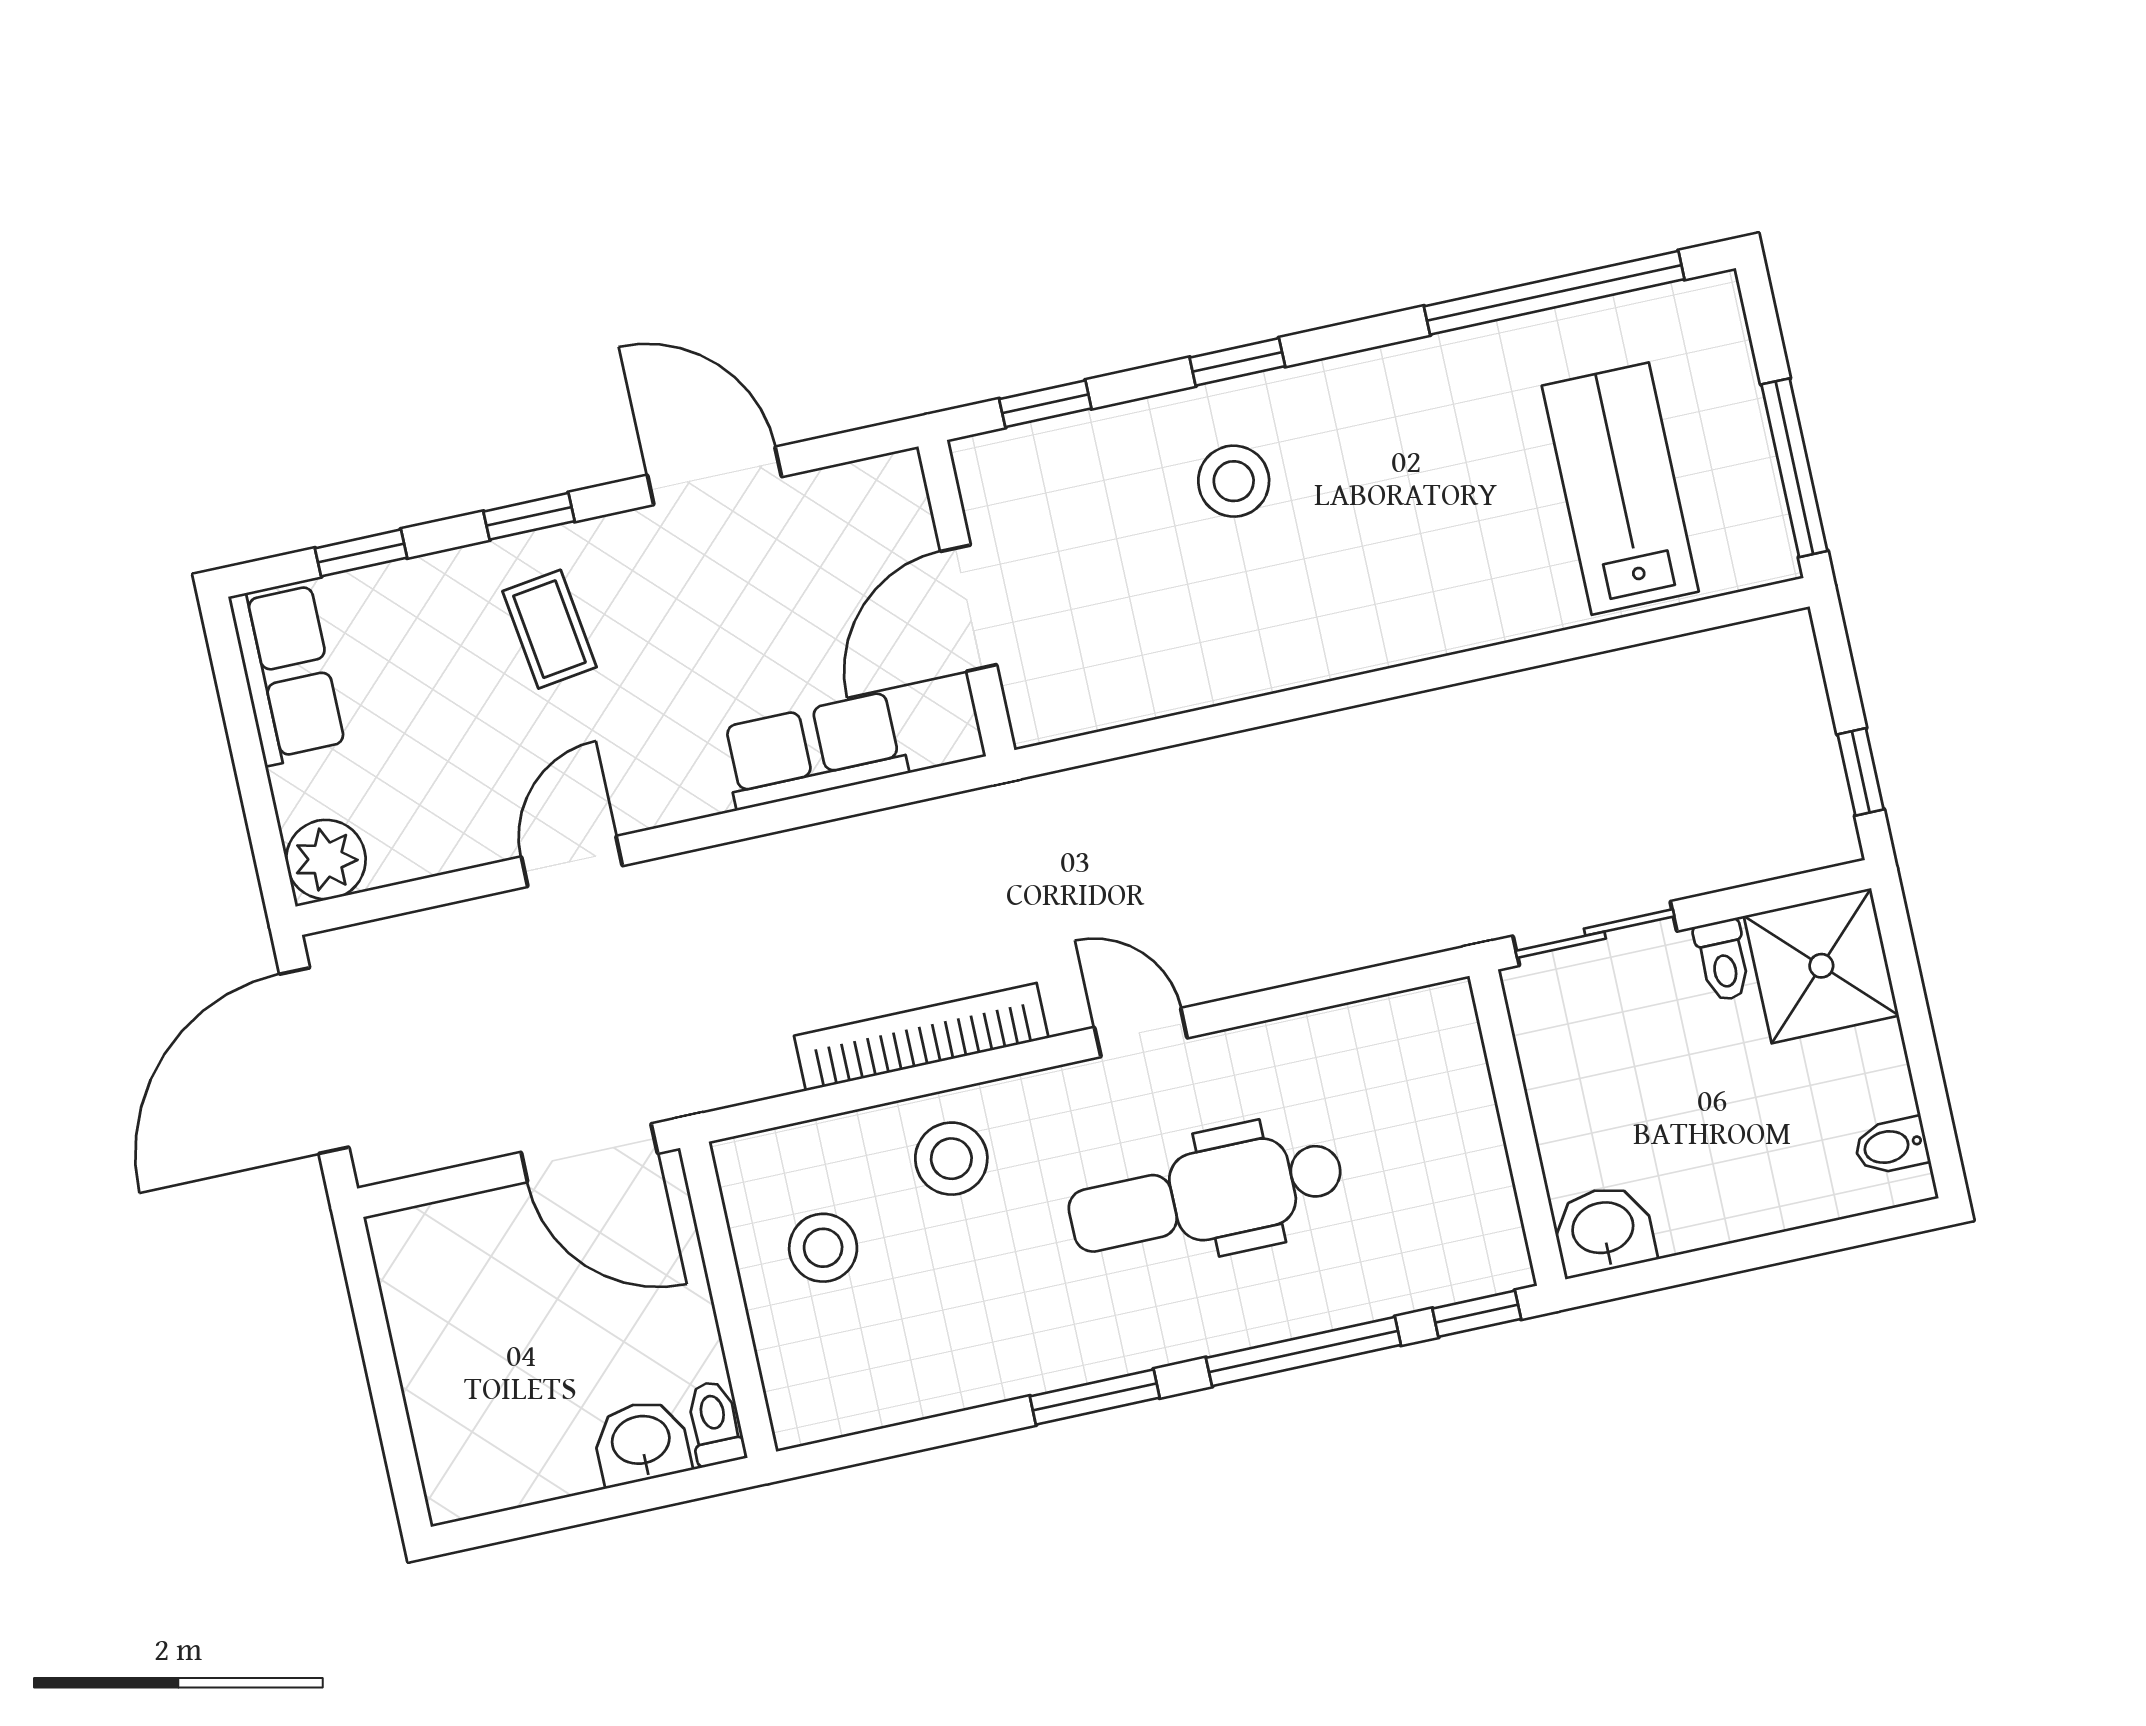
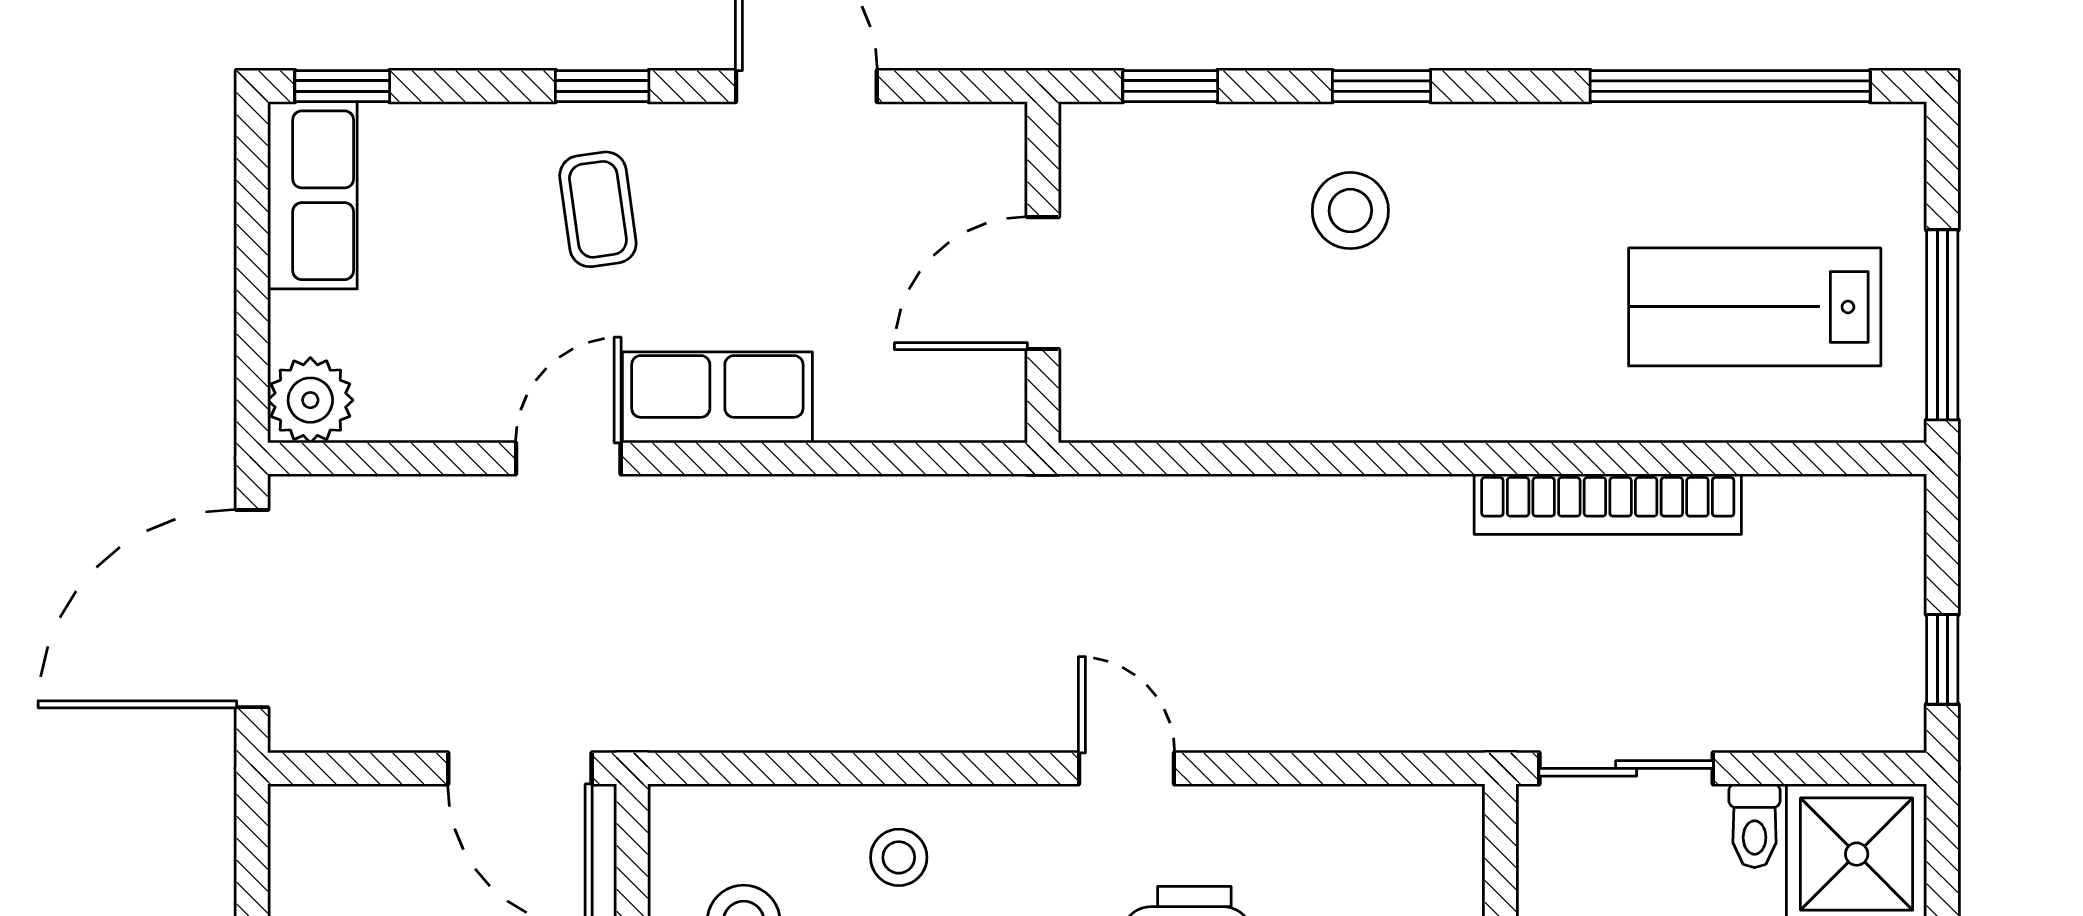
lab bench: (1620, 489) -> (1755, 307), turned -90
window: (361, 553) -> (342, 86), moved
row of seats: (814, 750) -> (717, 397), moved
bookcase: (921, 1037) -> (1608, 504), moved, turned 180
stool: (951, 1159) -> (899, 857), width x0.73, depth x0.73

